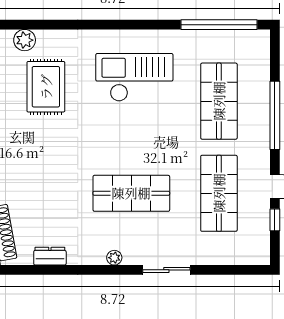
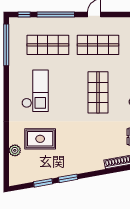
checkout: (134, 77) -> (35, 91), turned 180
window: (275, 220) -> (24, 14), moved

